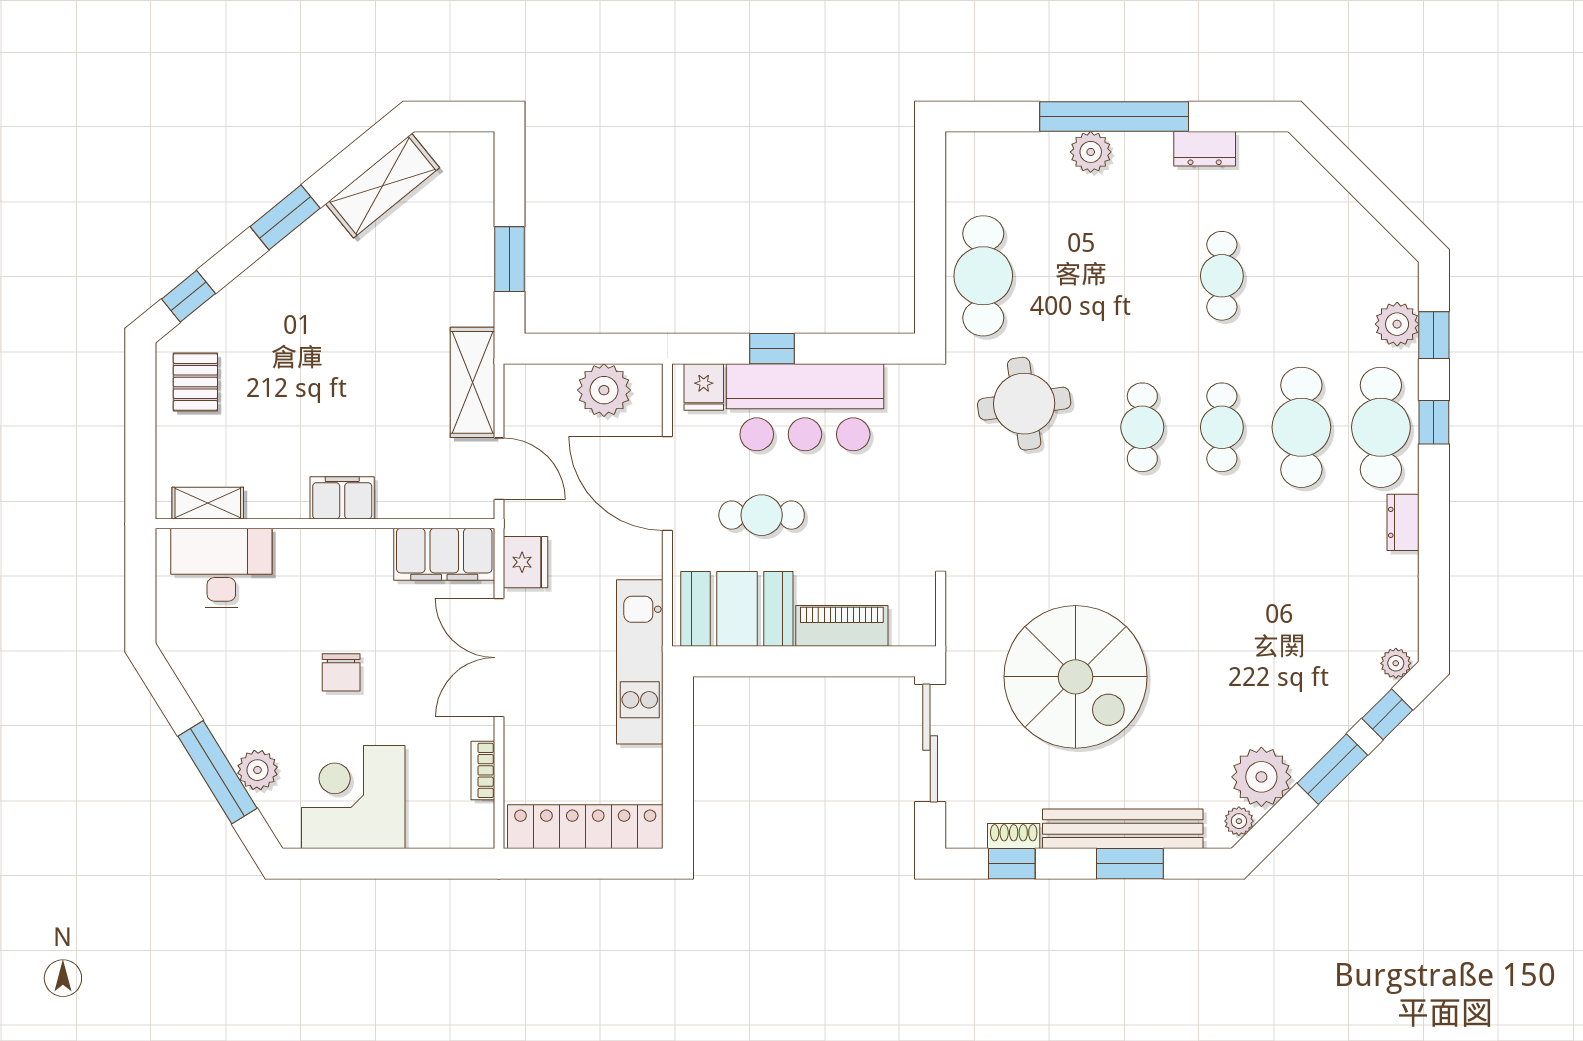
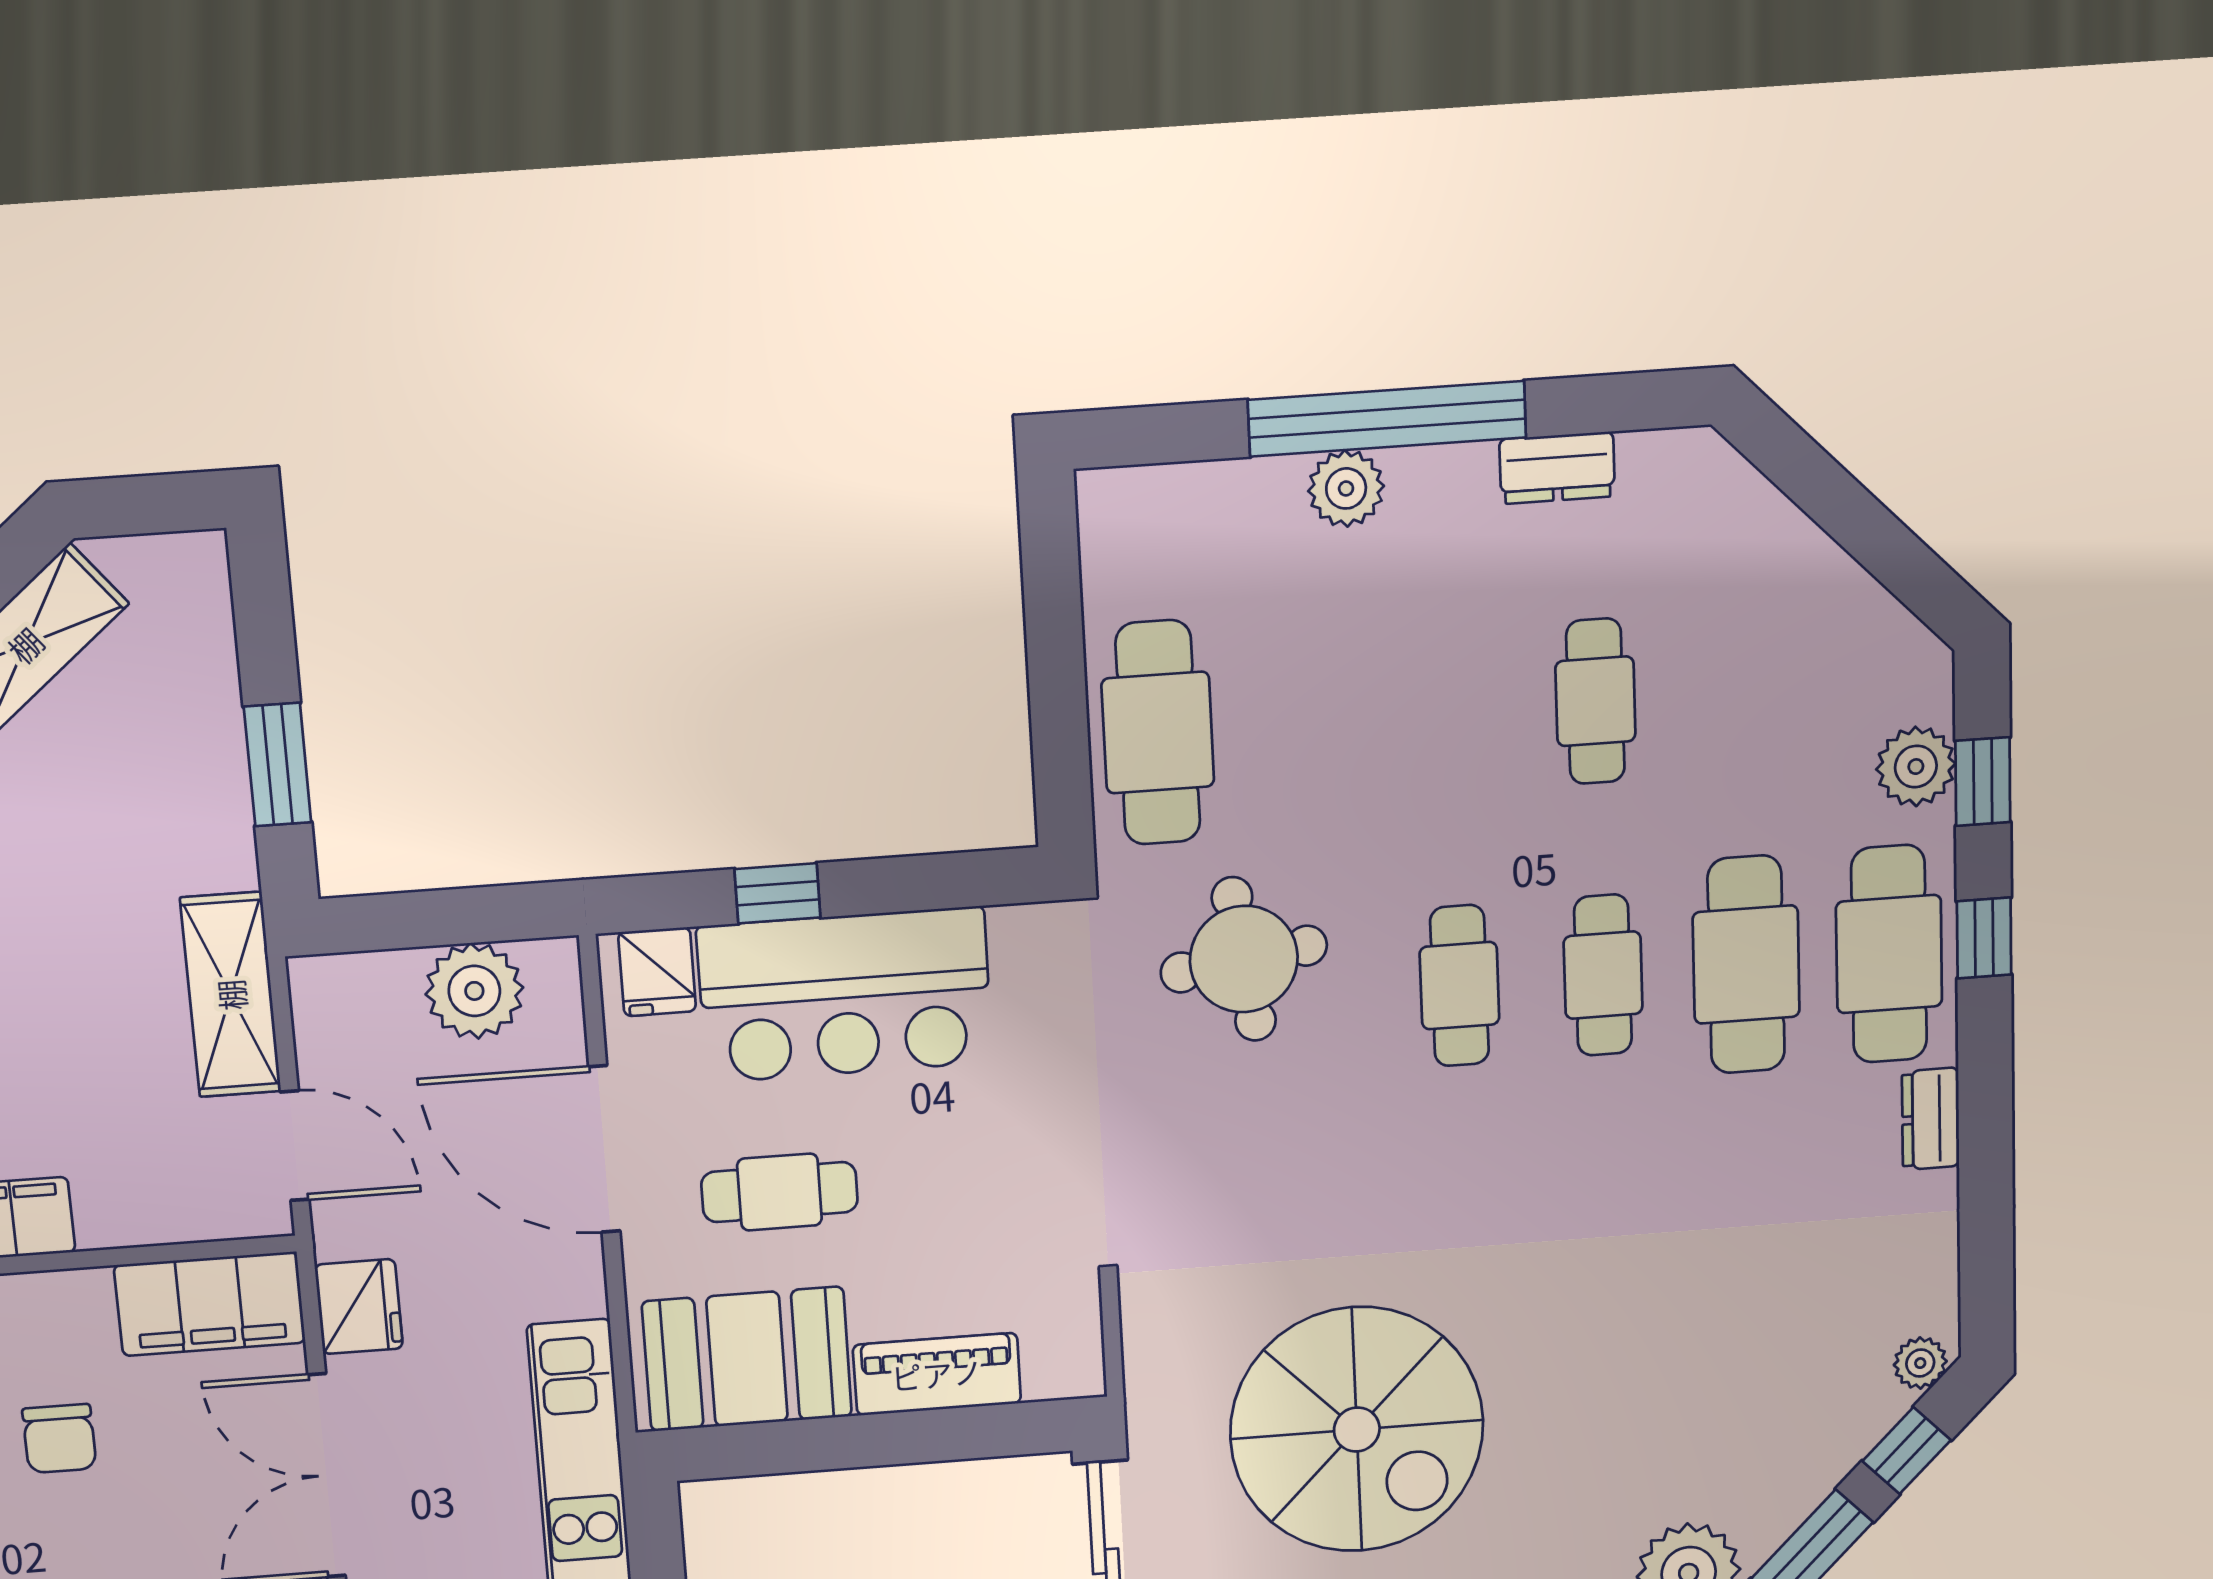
chair: (341, 672) -> (59, 1439), moved

